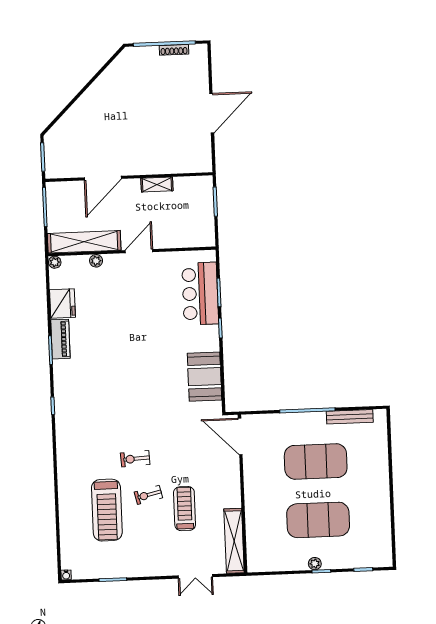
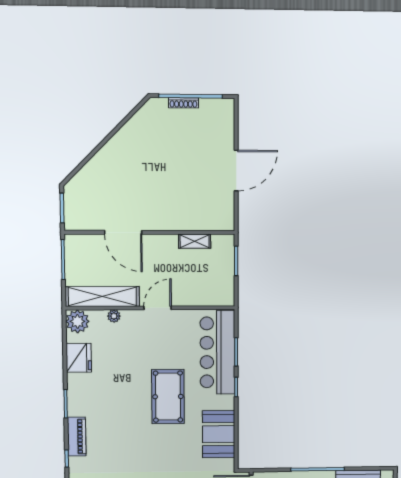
shoe rack: (174, 50) -> (183, 103), moved
door: (103, 178) -> (123, 232), hinge flipped
shelving: (157, 185) -> (195, 241), moved
plant: (55, 262) -> (77, 321), width x1.88, depth x1.88
bar counter: (200, 294) -> (217, 352), width x1.36
piano: (60, 339) -> (77, 437), moved
pool table: (152, 340) -> (168, 397), added

